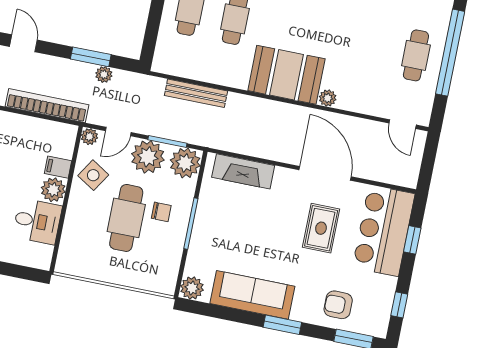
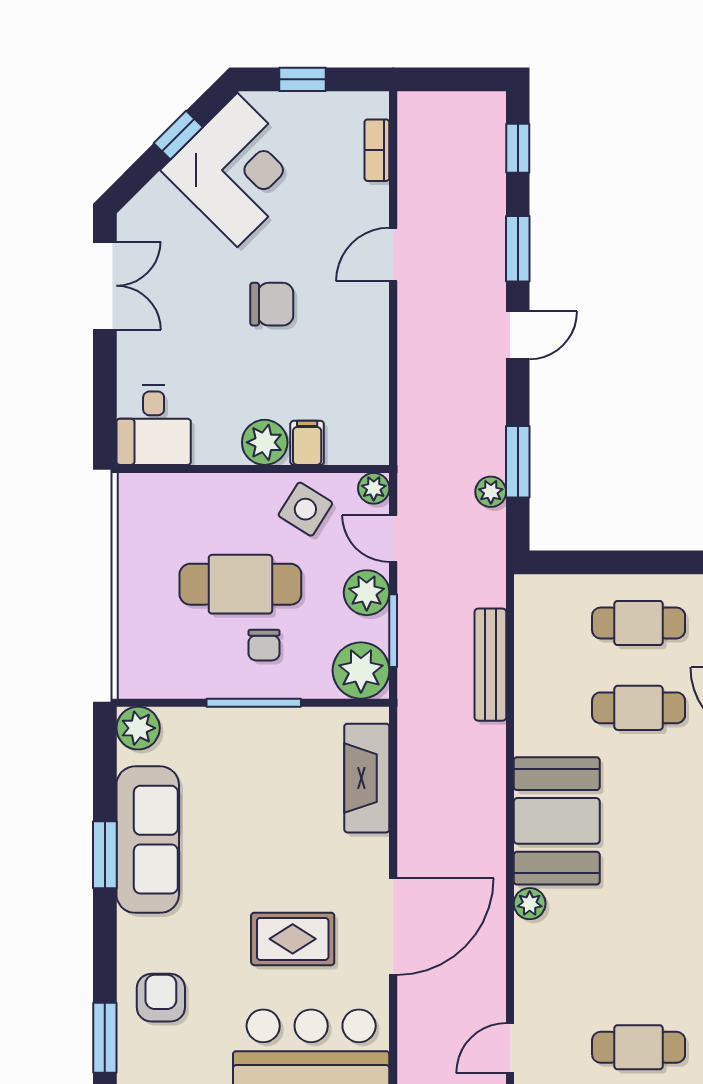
bookcase: (47, 106) -> (414, 401), removed
plant: (148, 157) -> (367, 593), width x0.73, depth x0.73
desk: (37, 221) -> (154, 425), moved
window: (282, 325) -> (105, 855), moved

